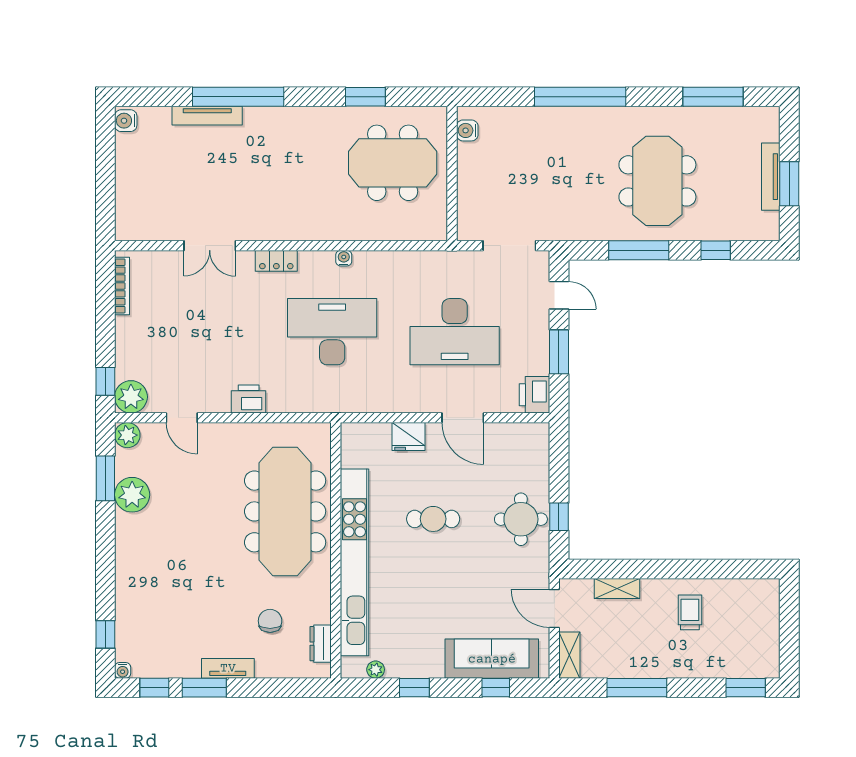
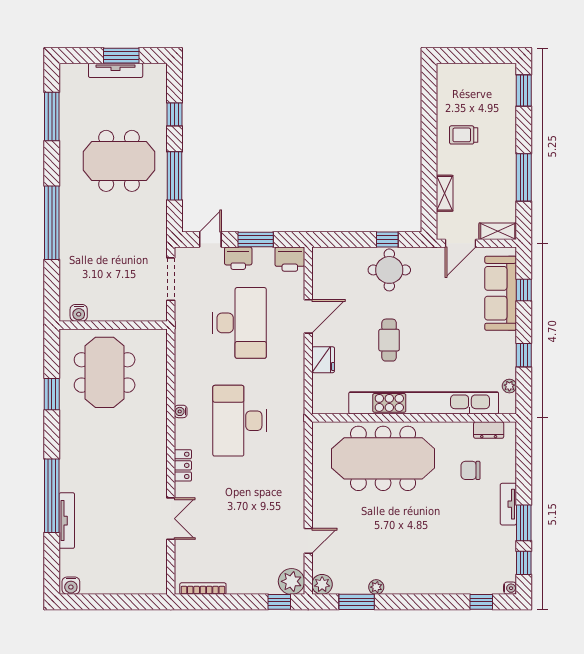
printer: (249, 399) -> (238, 258), moved, turned -90
plant: (132, 495) -> (376, 587), width x0.53, depth x0.53

